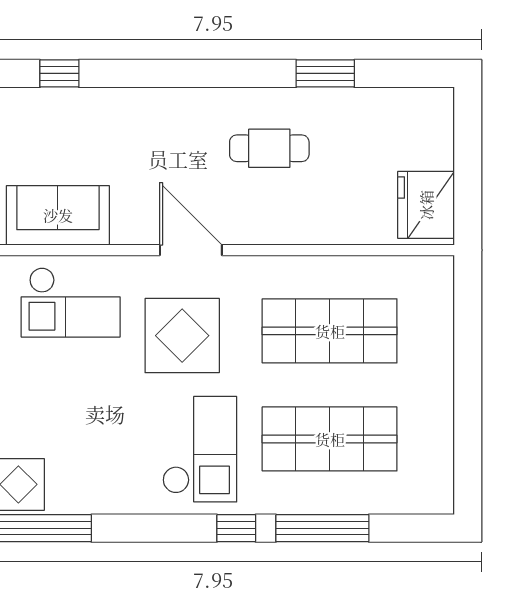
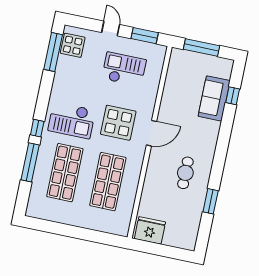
sofa: (58, 215) -> (214, 98), moved, turned 180
checkout: (71, 302) -> (124, 69), moved, turned 90

